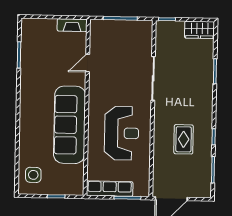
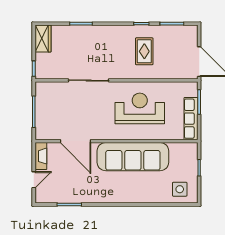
door: (47, 17) -> (34, 180), added
door: (88, 63) -> (76, 141), width x1.88
rug: (184, 139) -> (144, 51), turned 90

